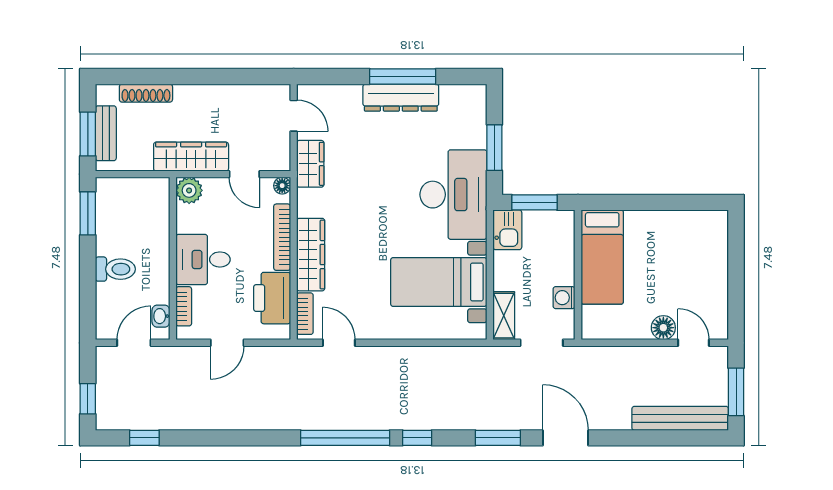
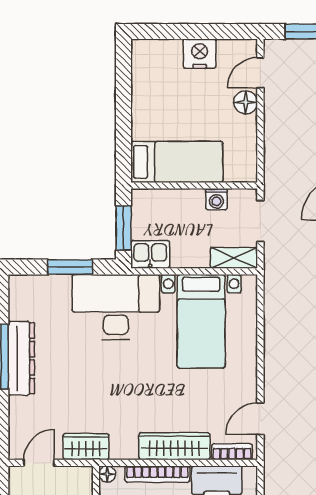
nightstand: (713, 280) -> (200, 54), added

